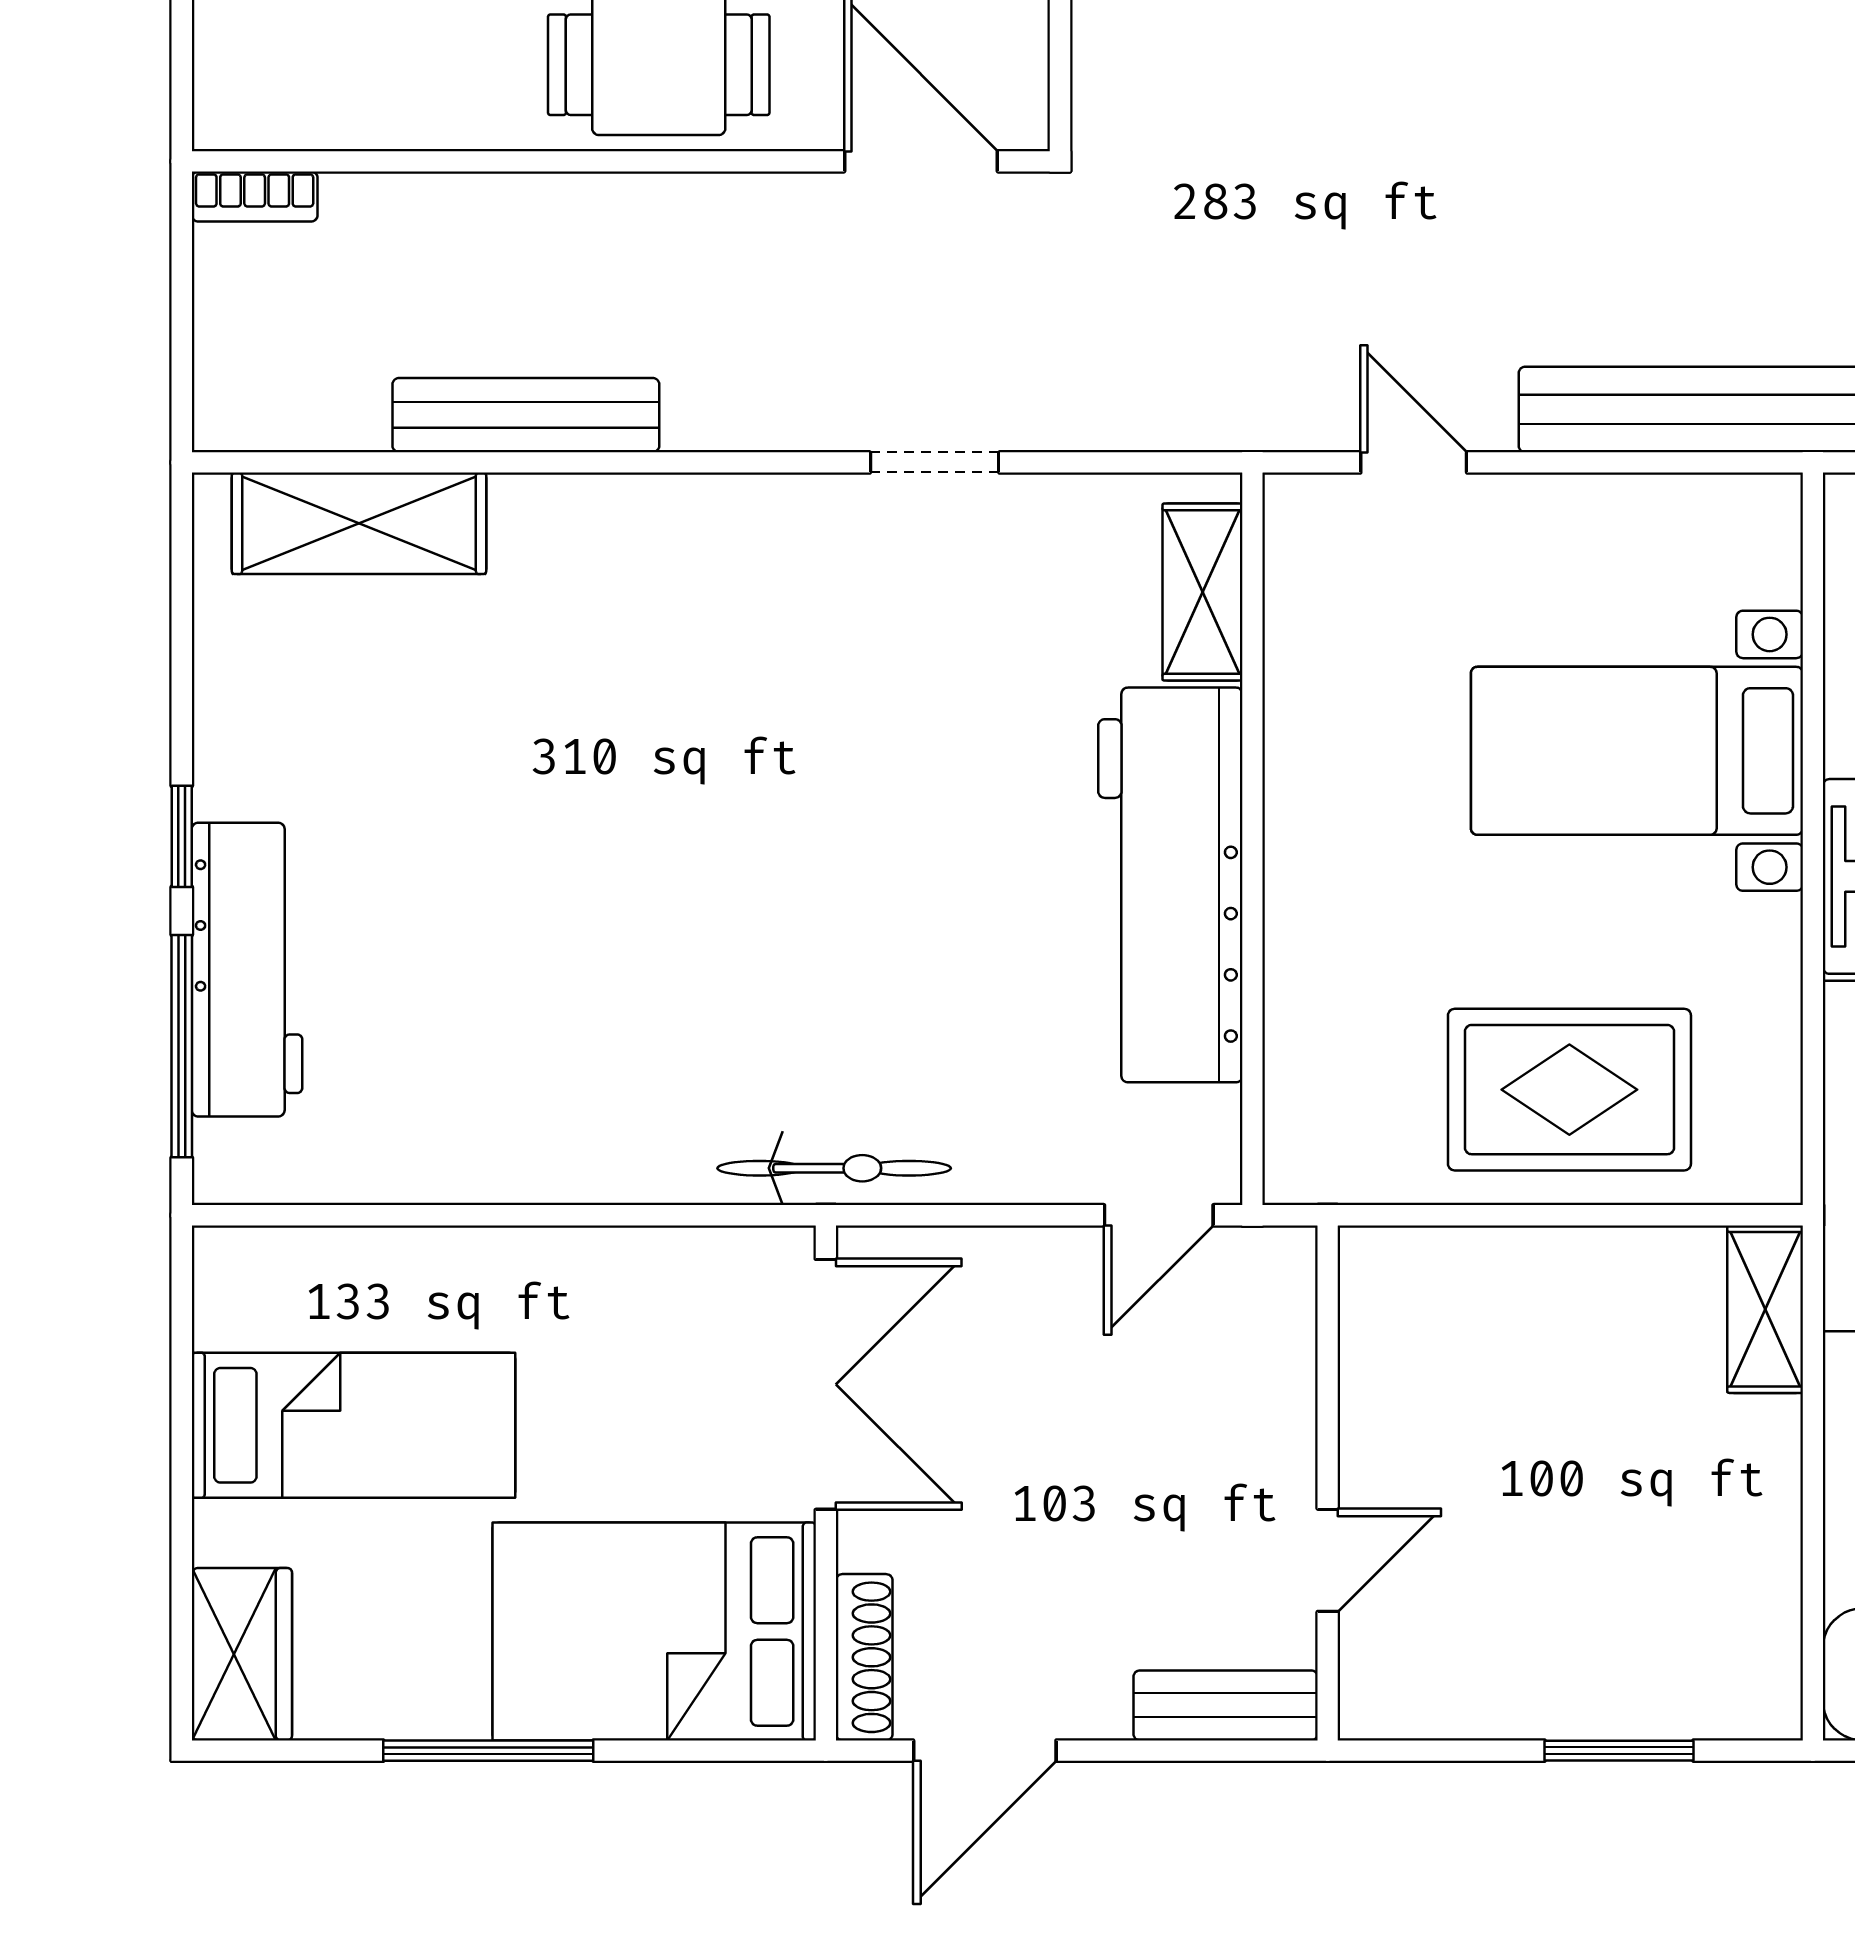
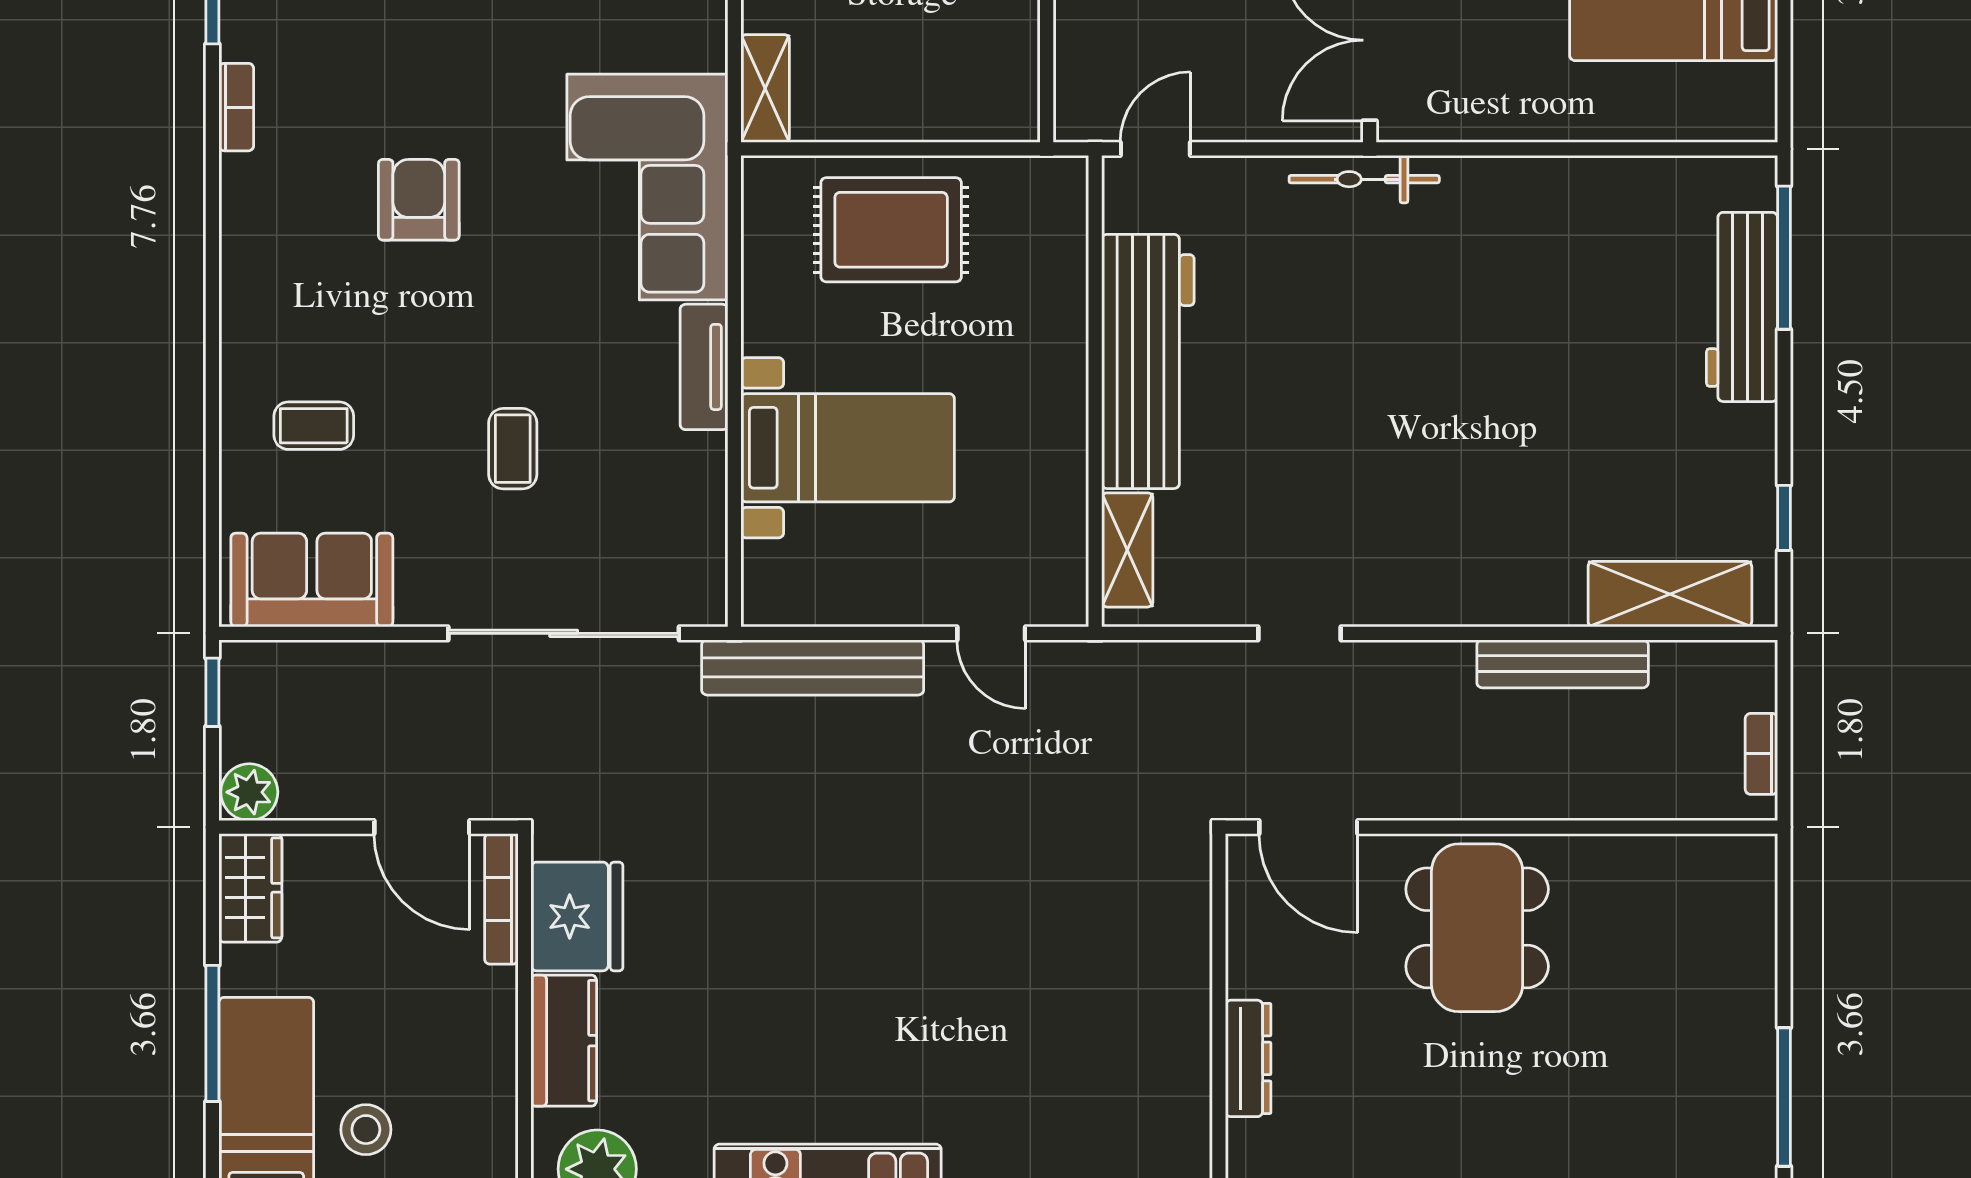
bookcase: (255, 196) -> (1761, 754), moved, turned -90
window: (182, 836) -> (1784, 518), moved

